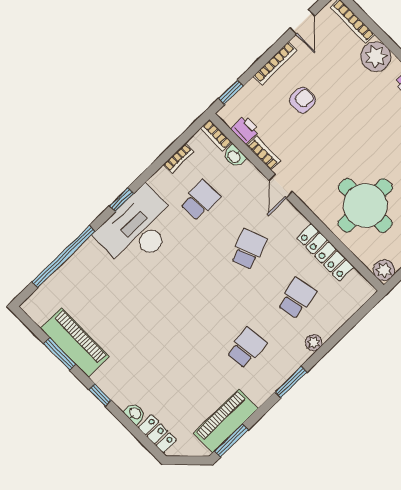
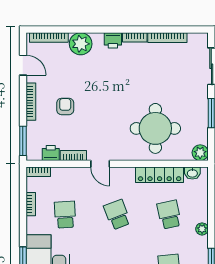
window: (231, 92) -> (23, 141), width x1.50
washbasin: (234, 156) -> (192, 173), moved

